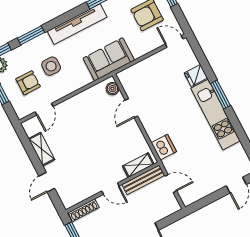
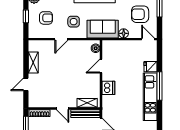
floor lamp: (139, 51) -> (124, 33), added
side table: (51, 66) -> (74, 22), moved
window: (220, 95) -> (160, 86), width x1.44
door: (44, 109) -> (61, 39), moved
dishwasher: (164, 147) -> (108, 88), moved

